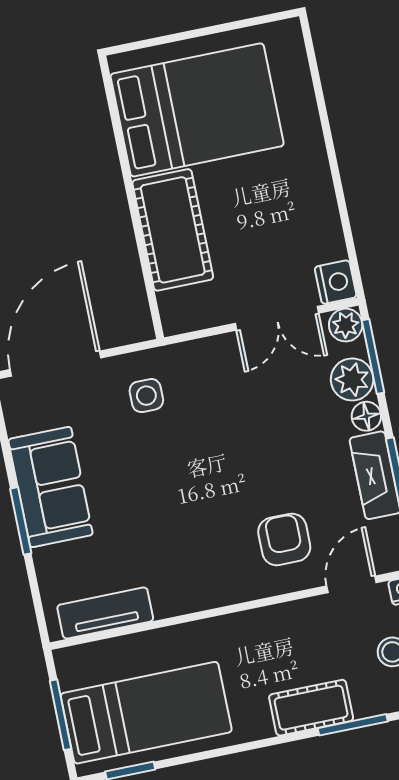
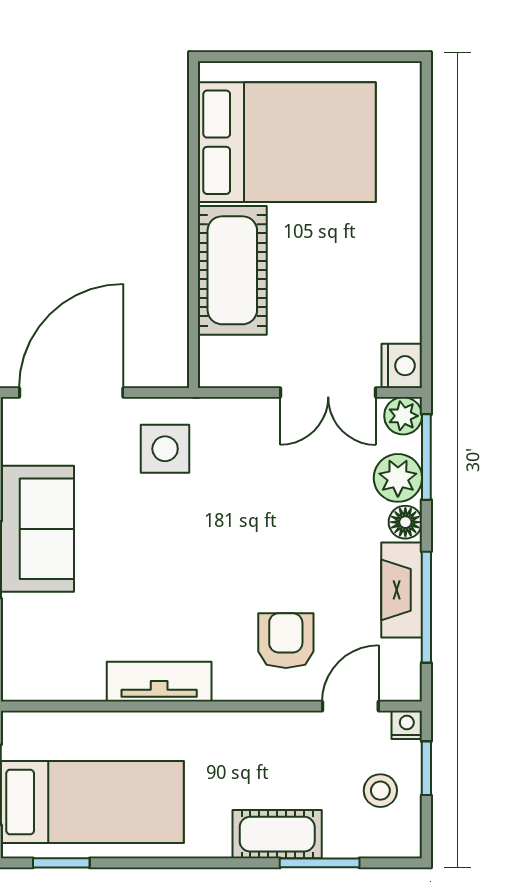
side table: (146, 396) -> (165, 449), width x1.37, depth x1.37
tv unit: (105, 613) -> (159, 682), moved

